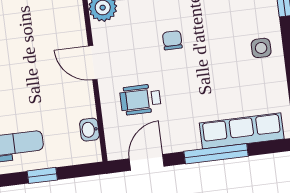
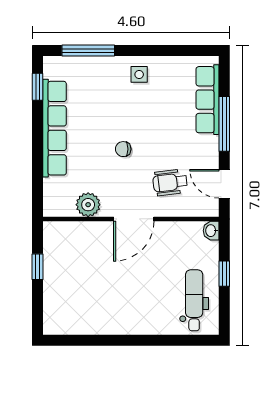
door: (93, 63) -> (134, 219), width x1.38
wheelchair: (140, 99) -> (170, 182), turned 83
washbasin: (89, 130) -> (211, 231), moved, turned 90

